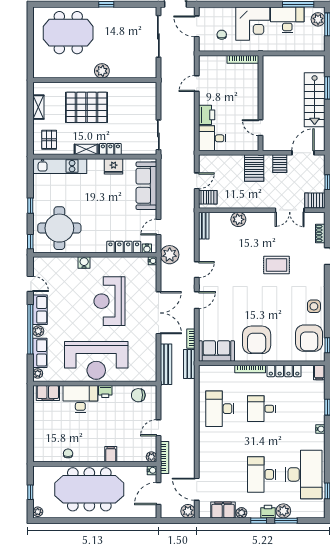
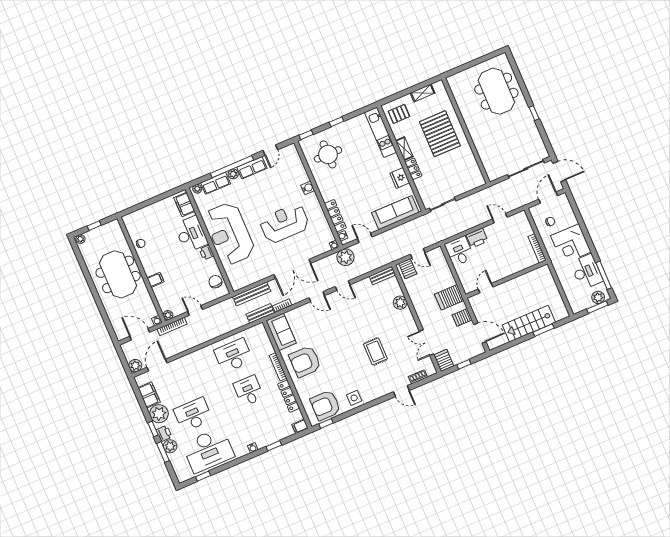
plant: (102, 71) -> (476, 134), removed
round table: (59, 228) -> (328, 154), width x0.73, depth x0.73
meeting table: (89, 489) -> (118, 274), width x0.73
plant: (241, 513) -> (159, 414), width x1.88, depth x1.88

